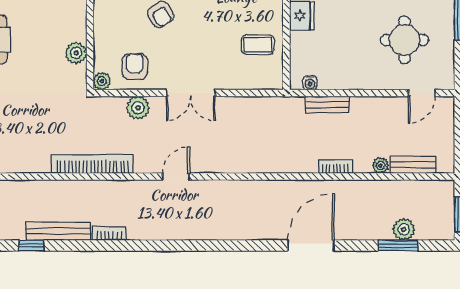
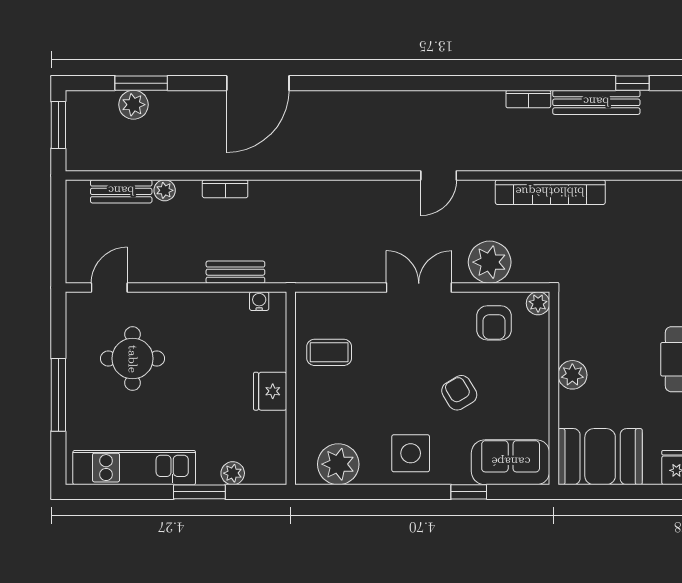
plant: (76, 53) -> (572, 375), moved
plant: (138, 108) -> (490, 262), width x1.36, depth x1.36

